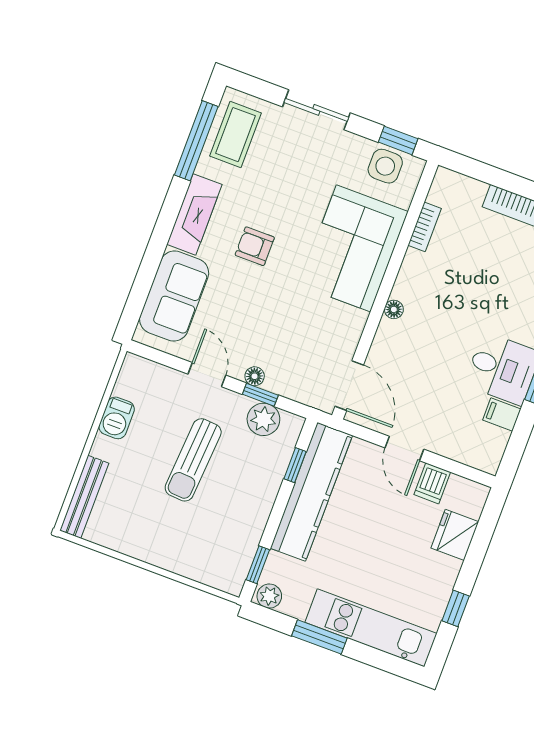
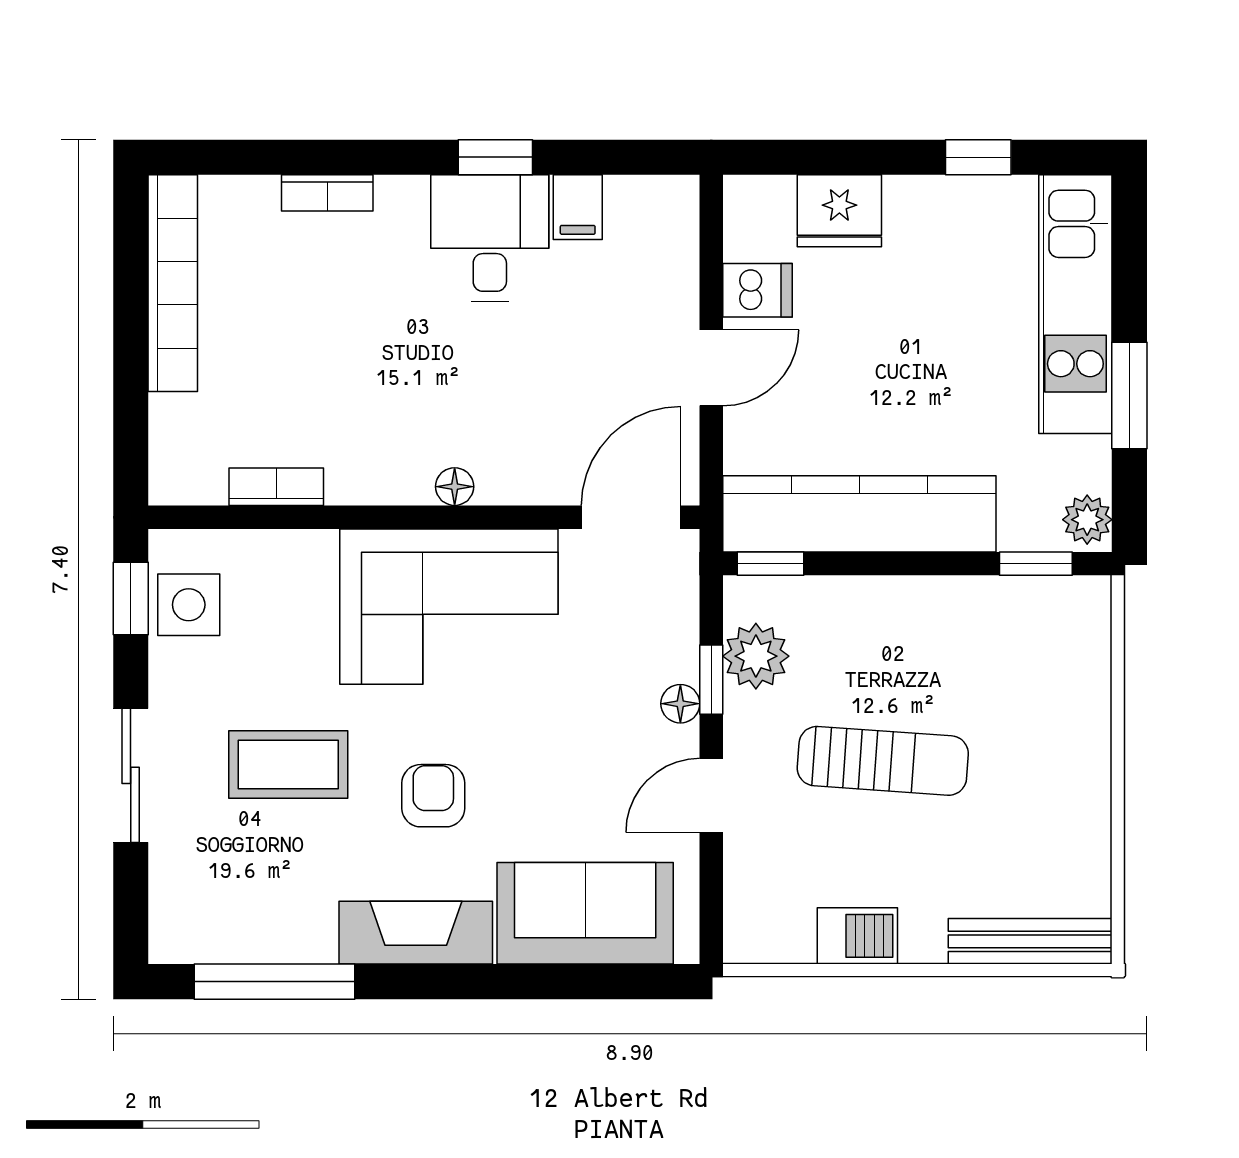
coffee table: (236, 135) -> (288, 765), moved
armchair: (255, 246) -> (433, 796), turned 180
corner sofa: (353, 248) -> (449, 607), moved
window: (295, 465) -> (770, 564), moved

